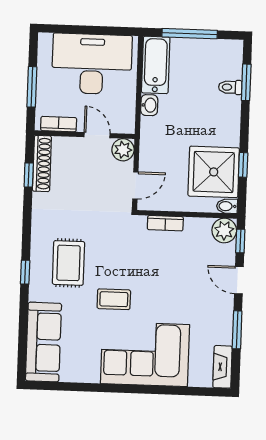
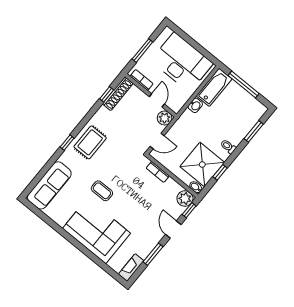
toilet: (230, 87) -> (228, 147), moved
rug: (68, 263) -> (90, 142), moved

